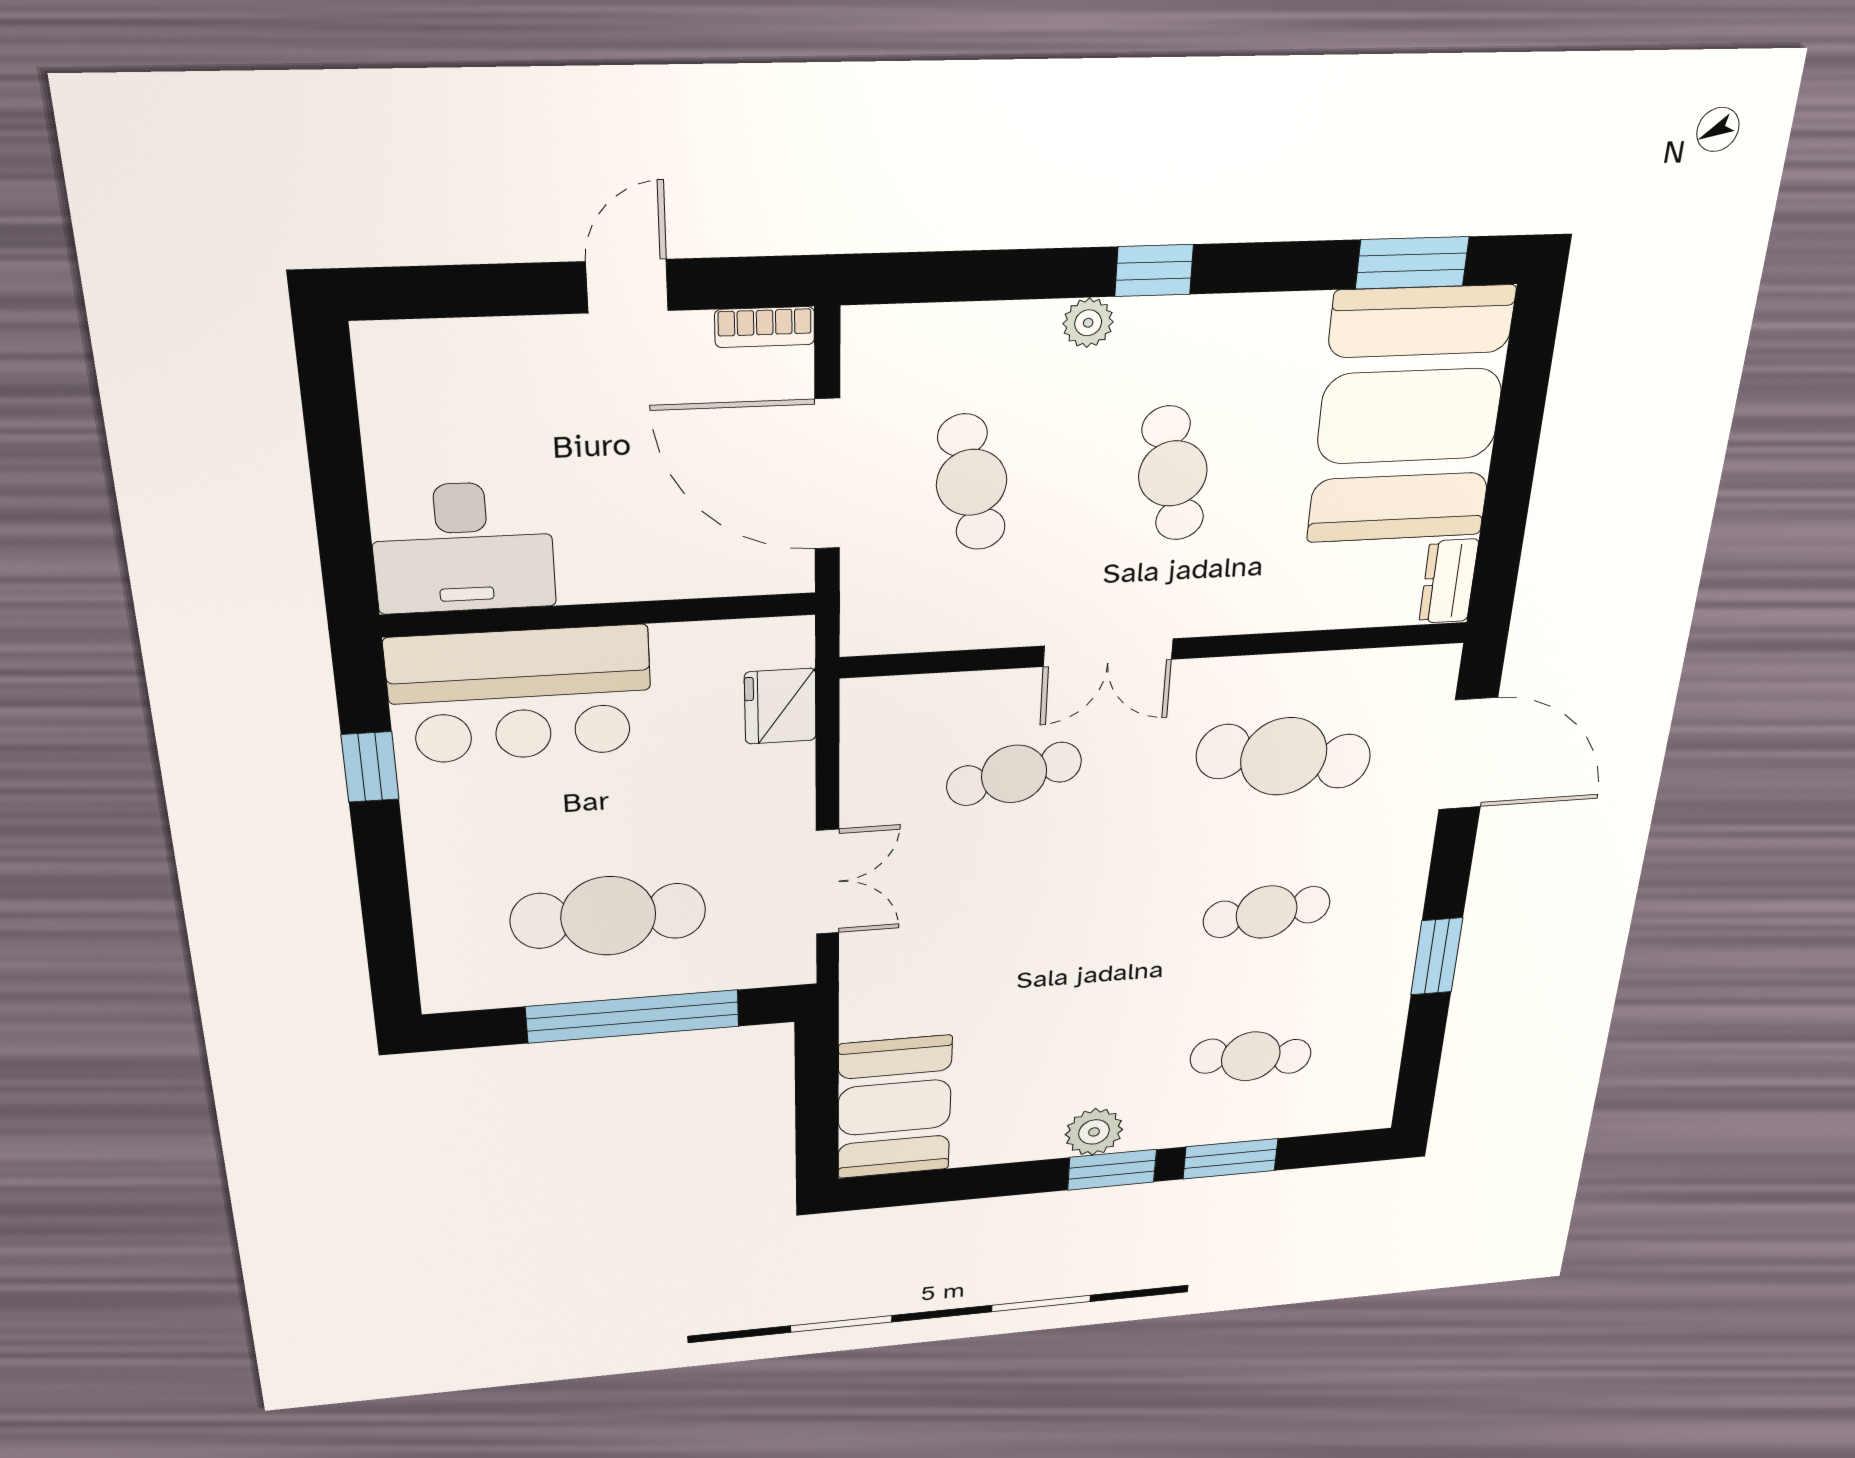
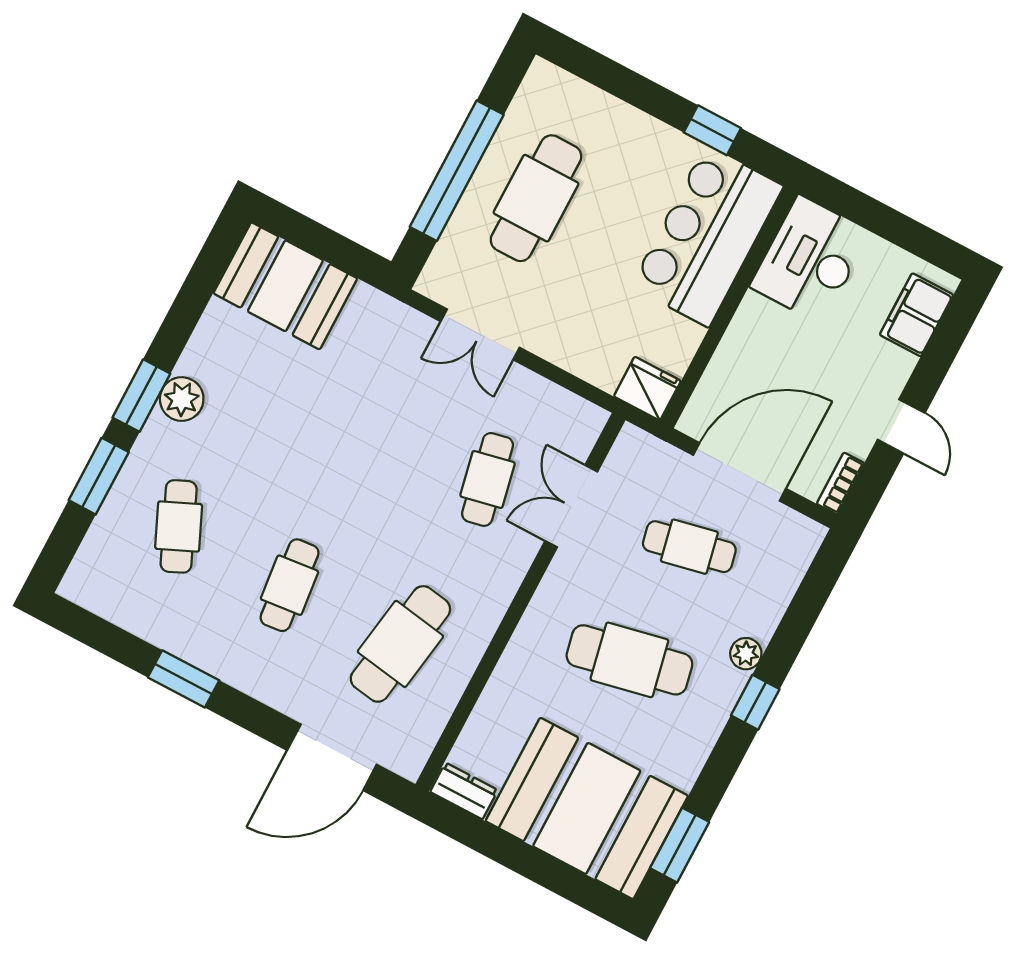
filing cabinet: (445, 357) -> (916, 315), added
cafe table: (1173, 474) -> (629, 660), width x1.37, depth x1.35
double door: (1108, 653) -> (571, 506), moved
fridge: (780, 706) -> (647, 389), moved
cafe table: (1251, 1056) -> (179, 526), turned -30

